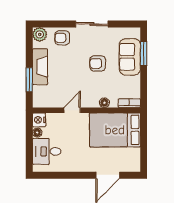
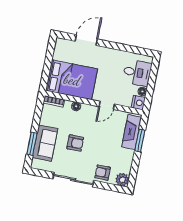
sliding door: (92, 24) -> (73, 180), width x1.37
armchair: (62, 38) -> (103, 173), turned 180
fireplace: (40, 67) -> (132, 132), moved

